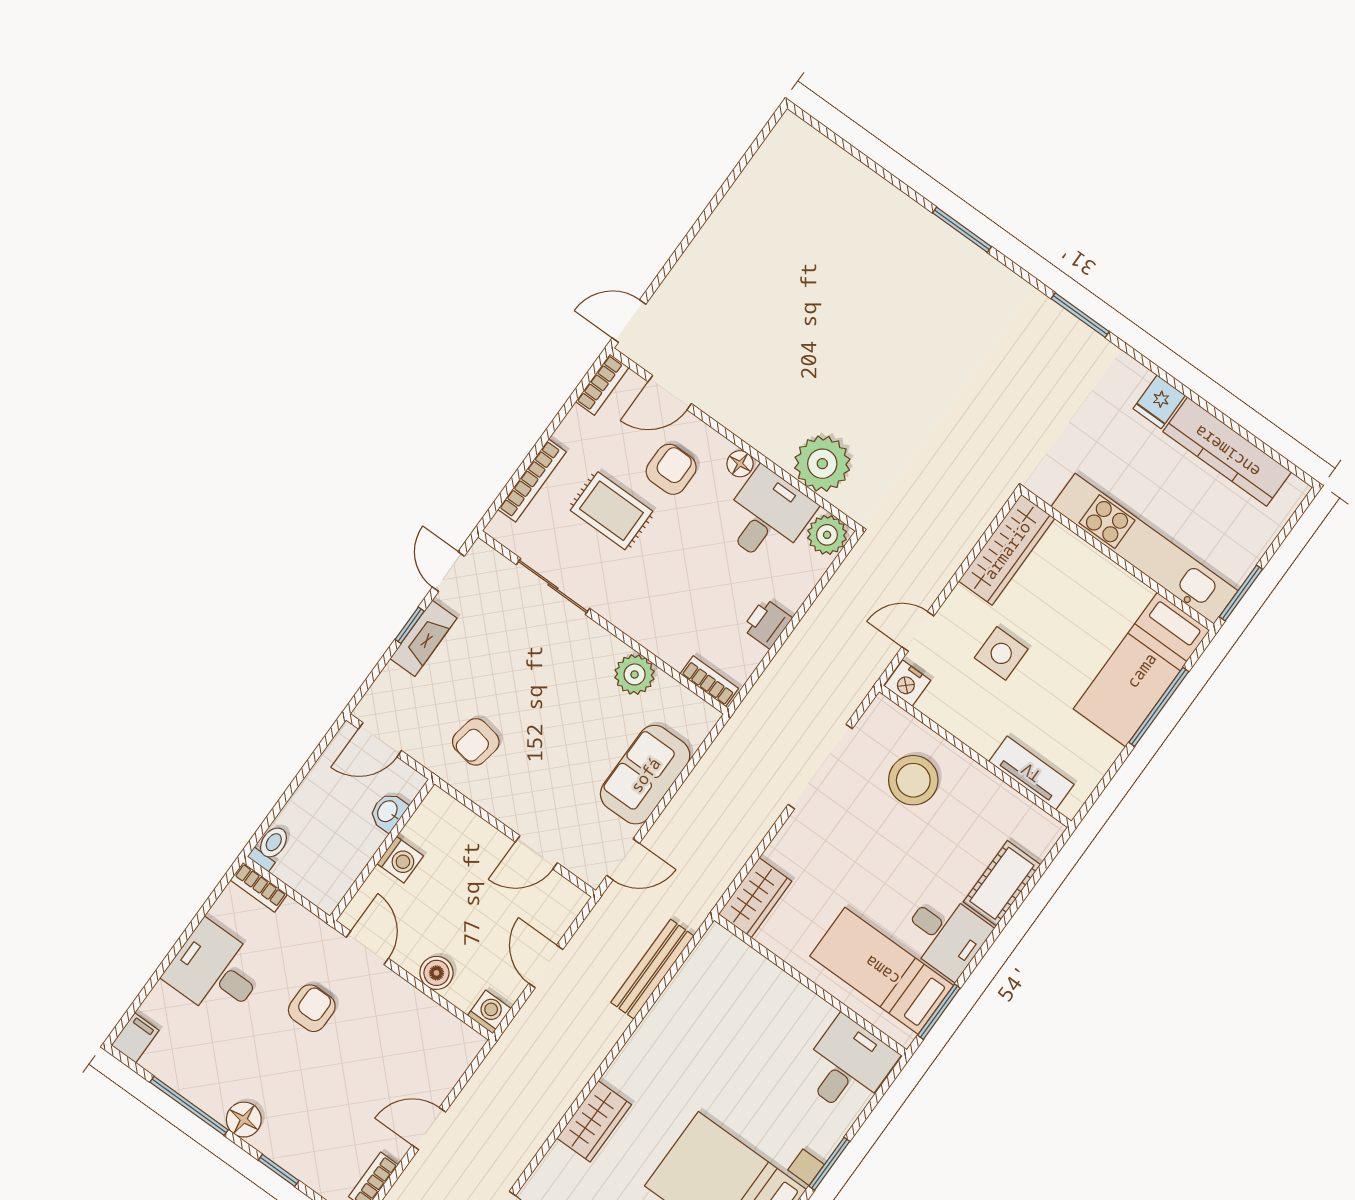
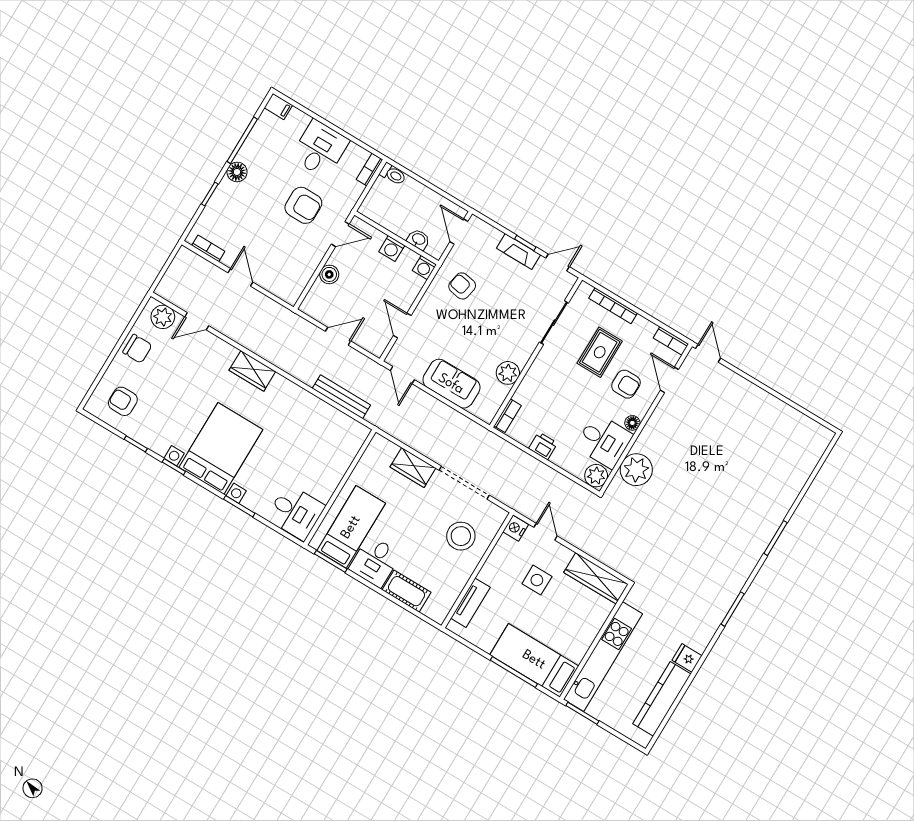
wardrobe: (755, 898) -> (413, 468), moved
armchair: (312, 1008) -> (303, 205), width x1.38, depth x1.38
washing machine: (489, 1012) -> (424, 268), moved, turned 90

